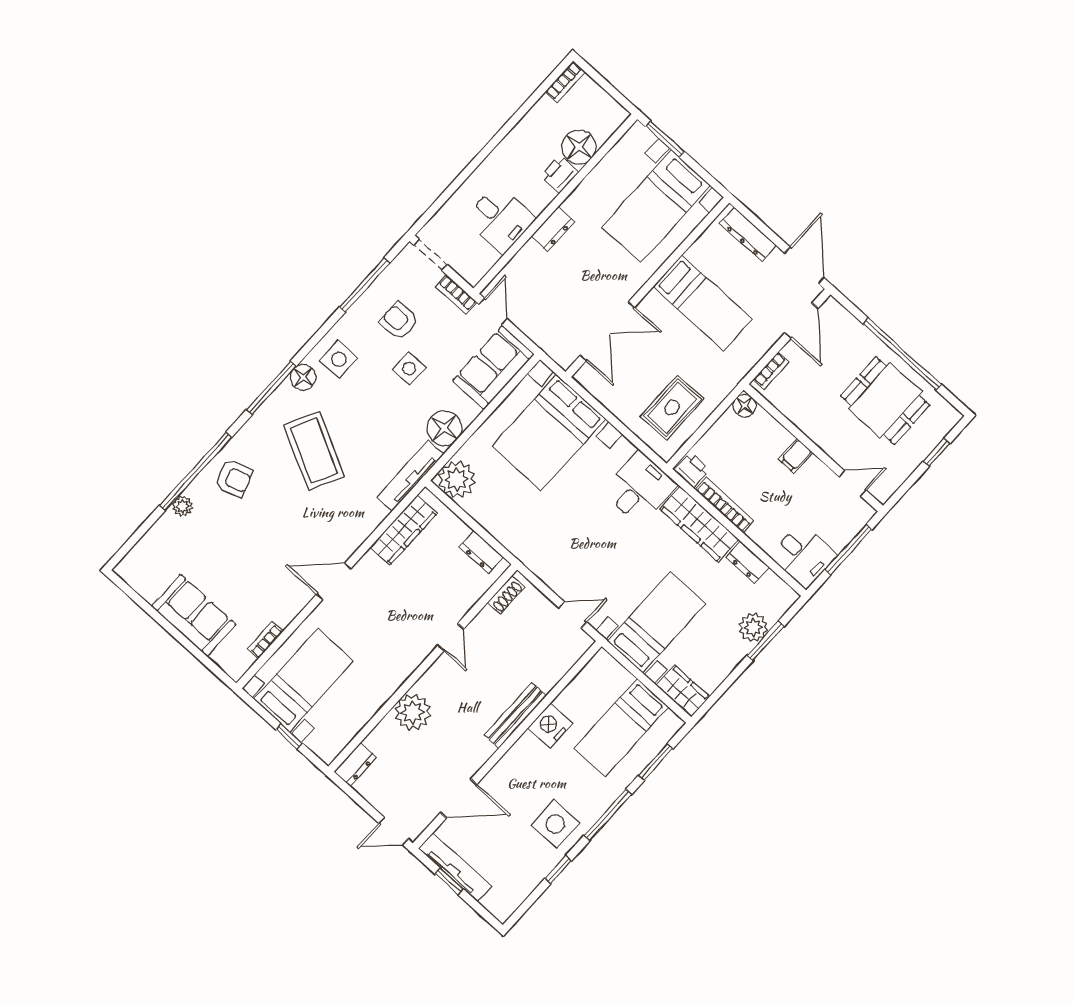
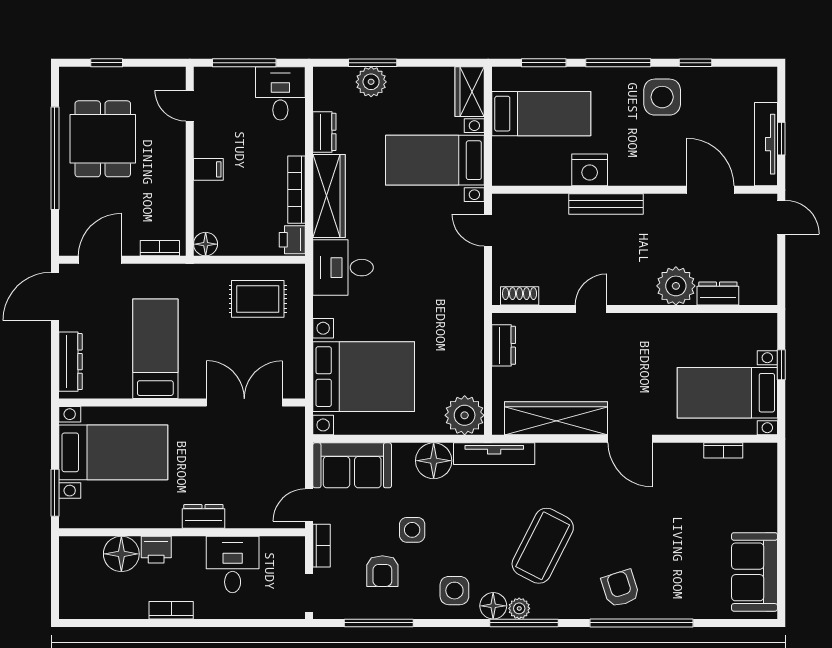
bookcase: (565, 82) -> (171, 610), moved
plant: (183, 506) -> (519, 608), moved
wardrobe: (403, 530) -> (556, 418), width x1.40, depth x1.17
sofa: (194, 615) -> (754, 572), moved
dresser: (355, 765) -> (718, 294), moved

